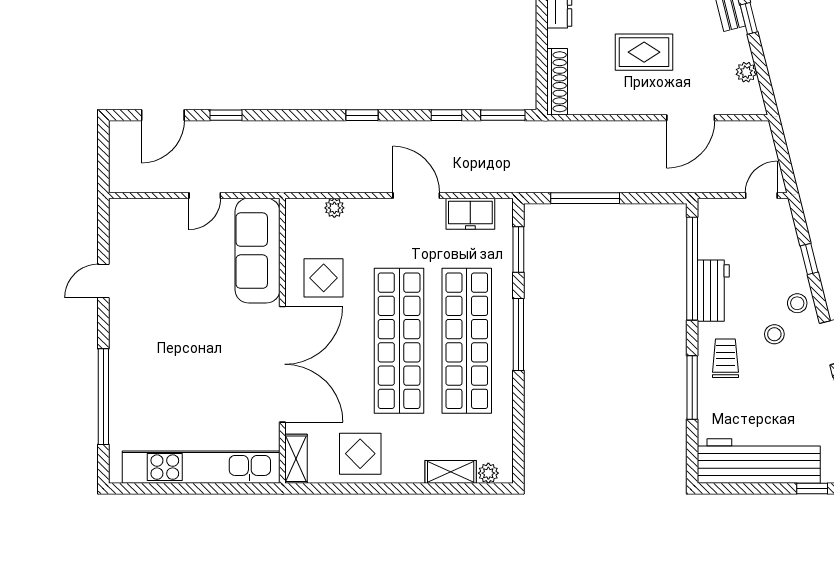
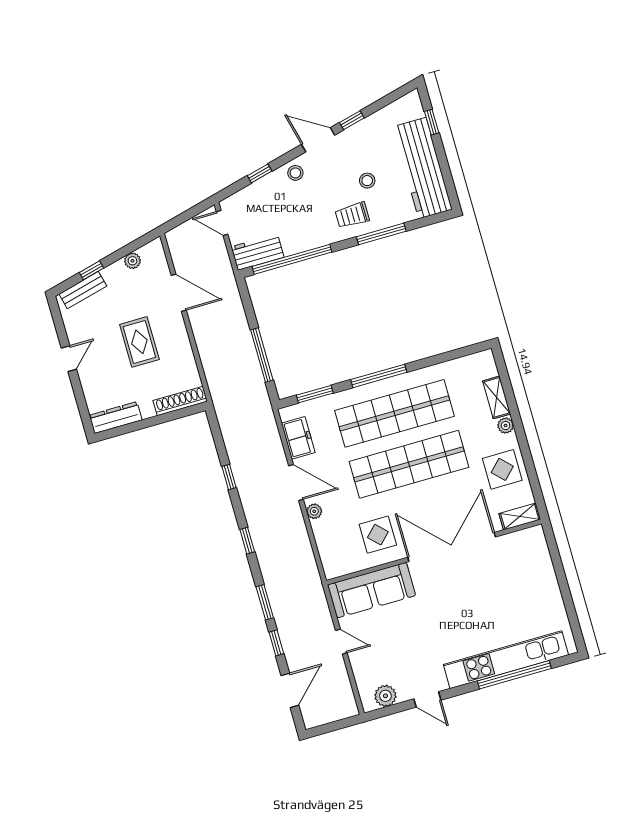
door: (163, 115) -> (290, 690), hinge flipped
window: (503, 115) -> (265, 602), moved
door: (416, 195) -> (296, 483), swing flipped
plant: (334, 208) -> (314, 511), moved
plant: (123, 231) -> (385, 696), added
workbench: (713, 291) -> (258, 252), moved
stool: (774, 334) -> (367, 181), moved
kitchen unit: (201, 467) -> (506, 660), moved, turned 90
plant: (488, 473) -> (506, 426), moved

